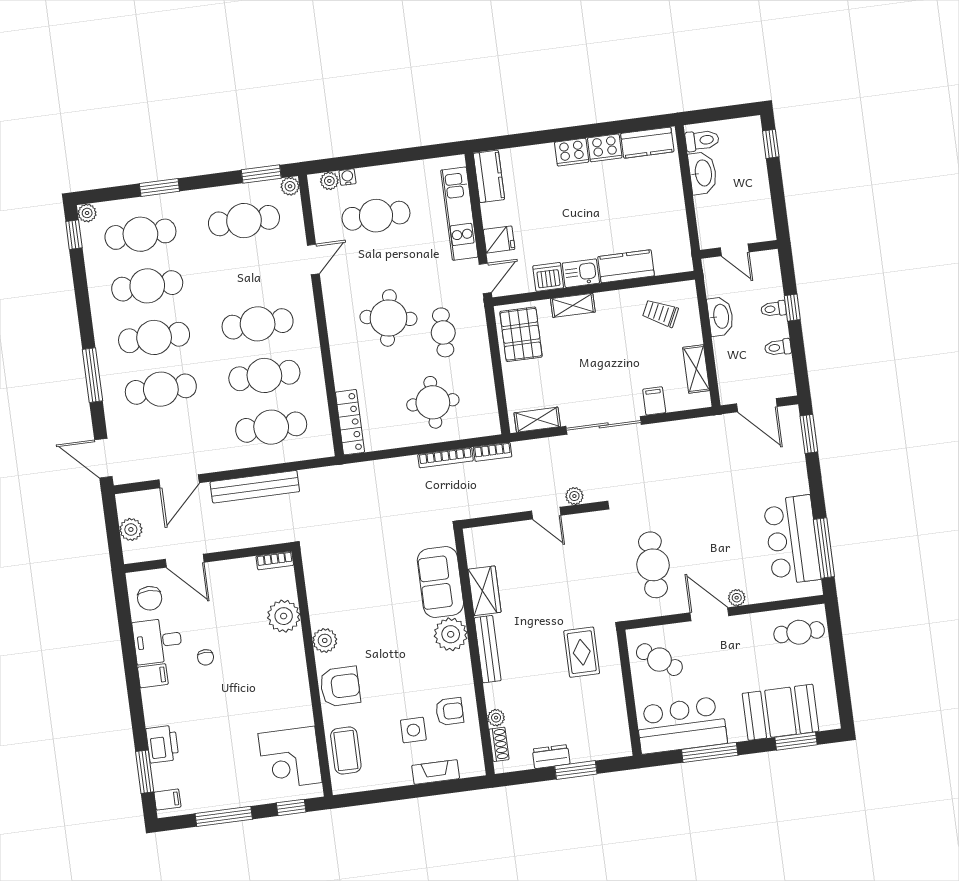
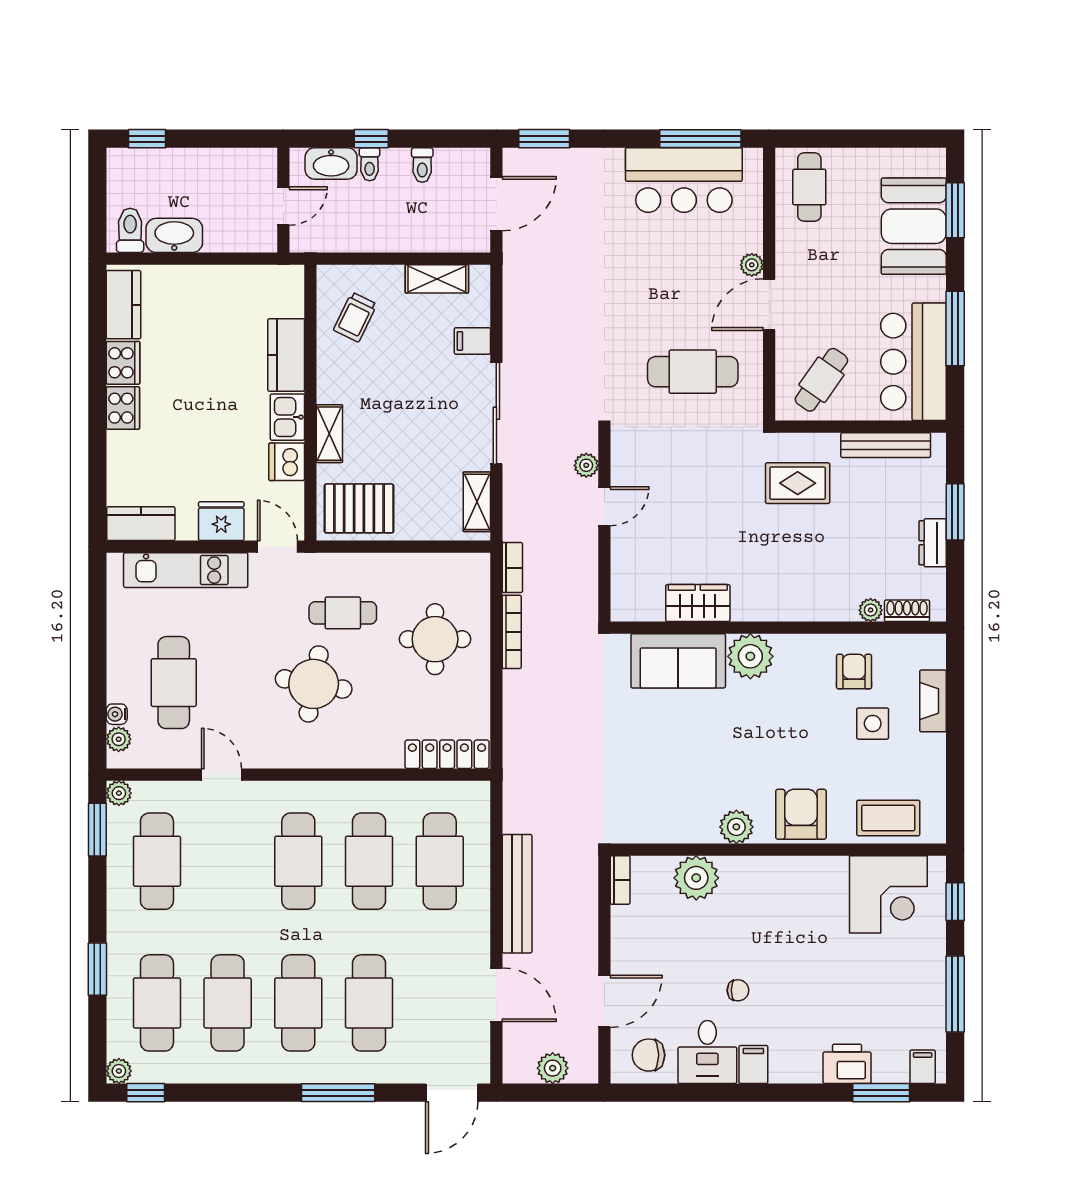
fridge: (499, 239) -> (221, 521), width x1.38
washbasin: (720, 316) -> (331, 163), moved, turned 180
chair: (150, 598) -> (649, 1055), turned 180
bench: (488, 649) -> (886, 445), moved

